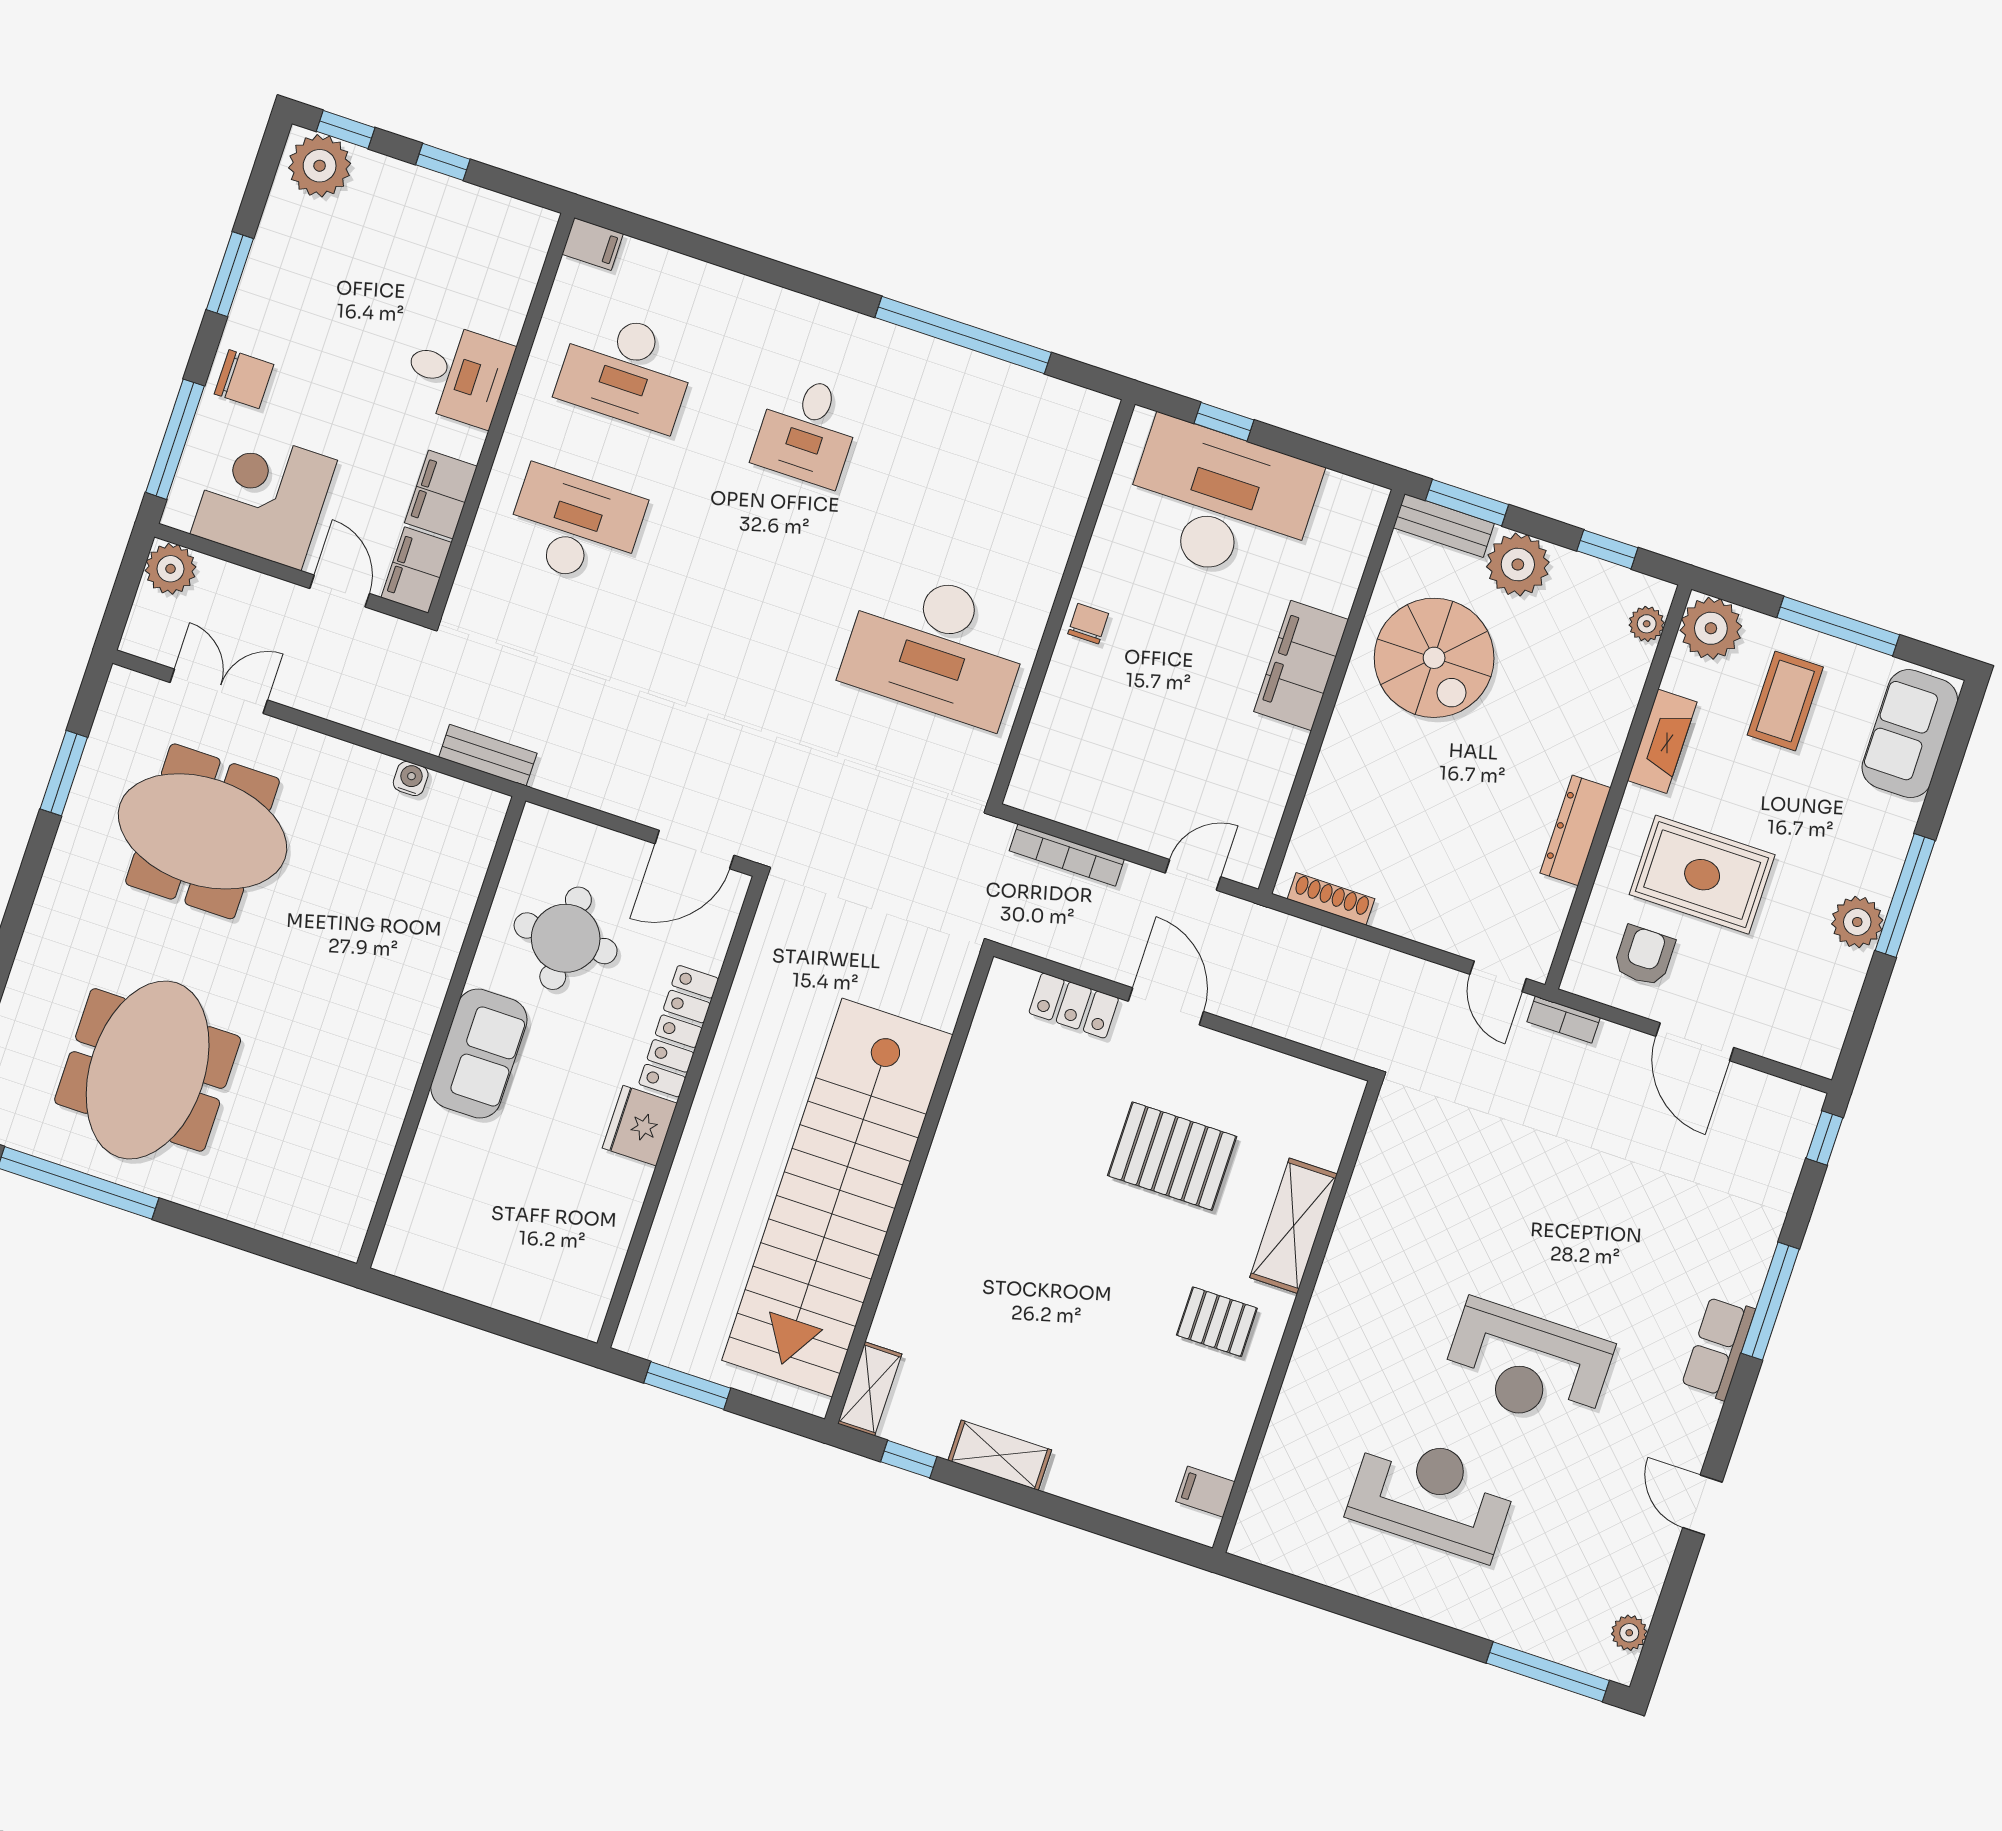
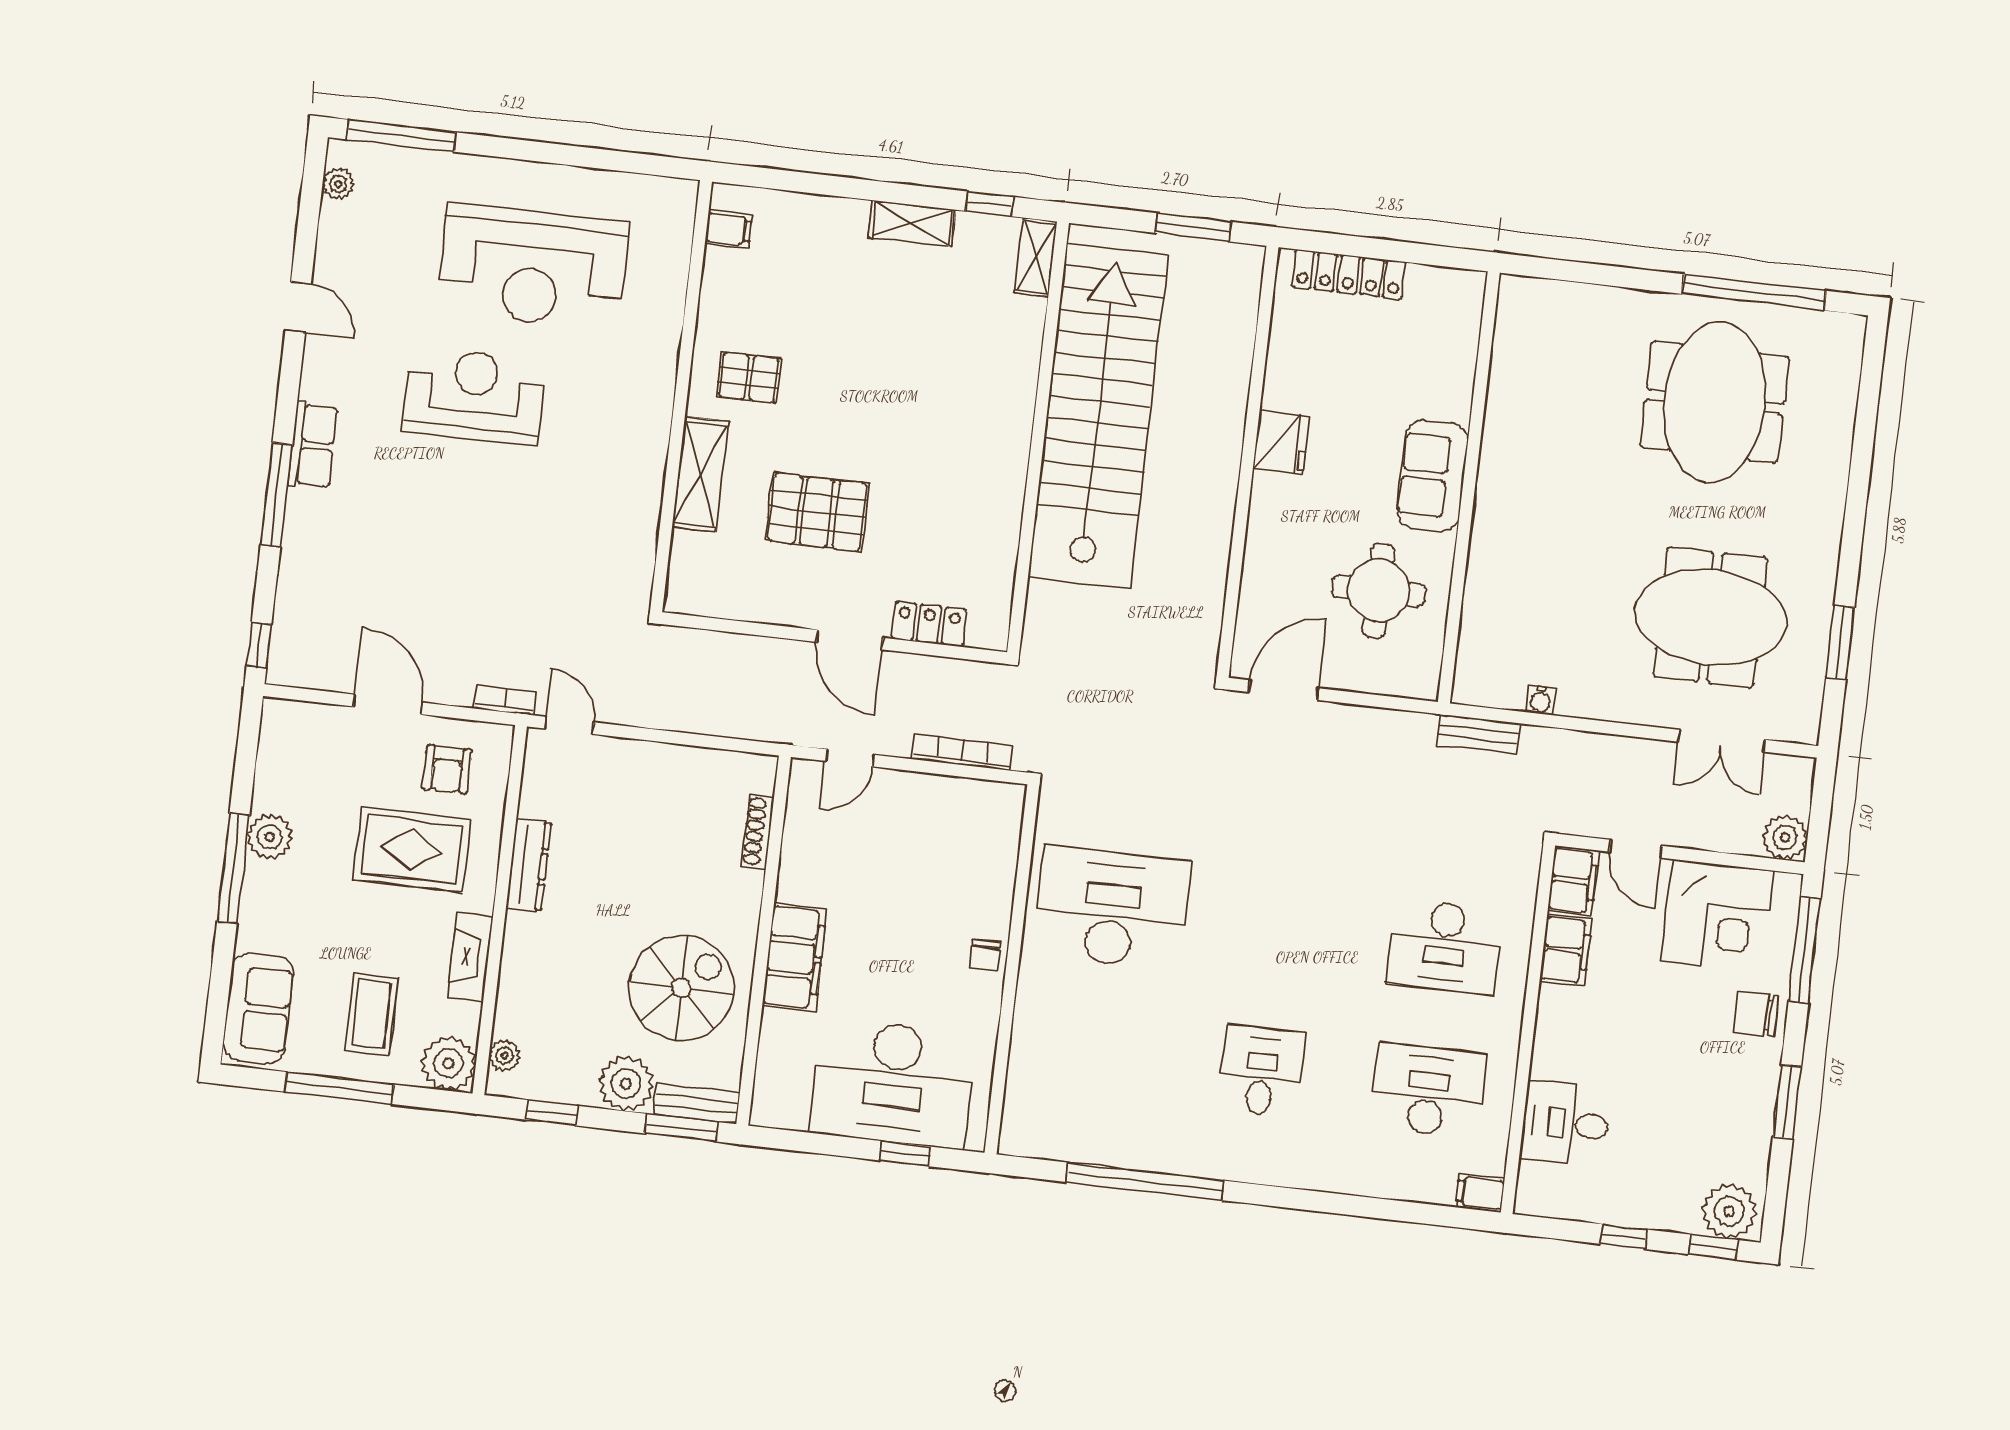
desk: (457, 374) -> (1566, 1123), moved
spiral stairs: (1434, 658) -> (681, 988), turned 90
shoe rack: (1331, 899) -> (758, 831), moved, turned 90
locker: (679, 1031) -> (1349, 274), moved, turned 90
reception desk: (1432, 1495) -> (533, 267), width x1.36, depth x1.30

